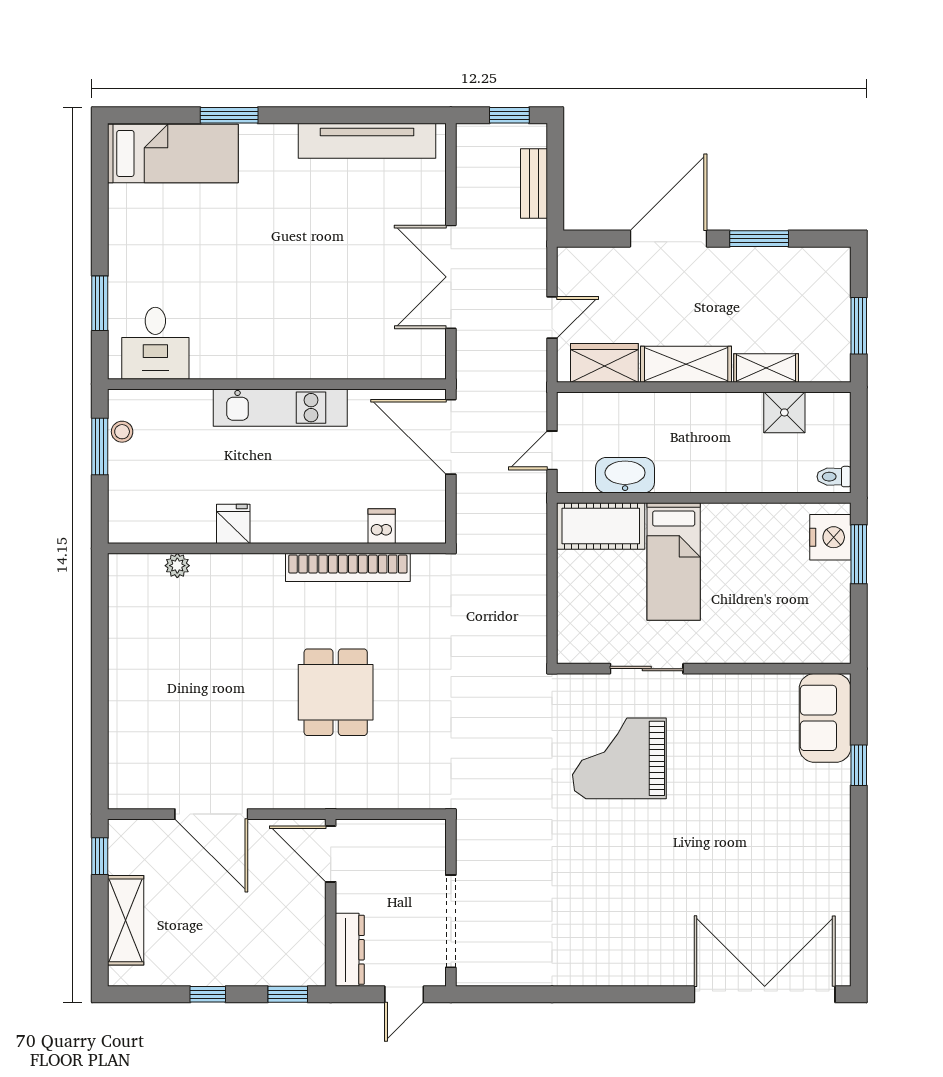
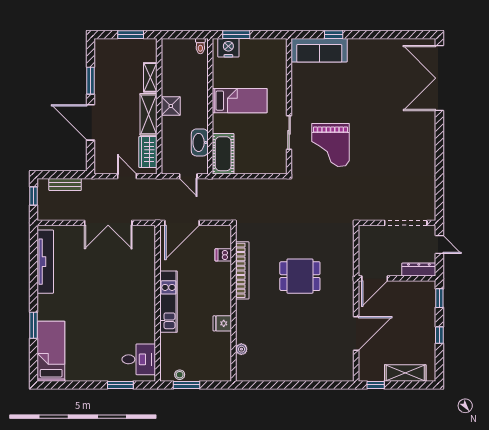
shower: (784, 412) -> (171, 106), moved
bed: (674, 562) -> (240, 101), moved
sofa: (825, 718) -> (319, 50), width x1.36

